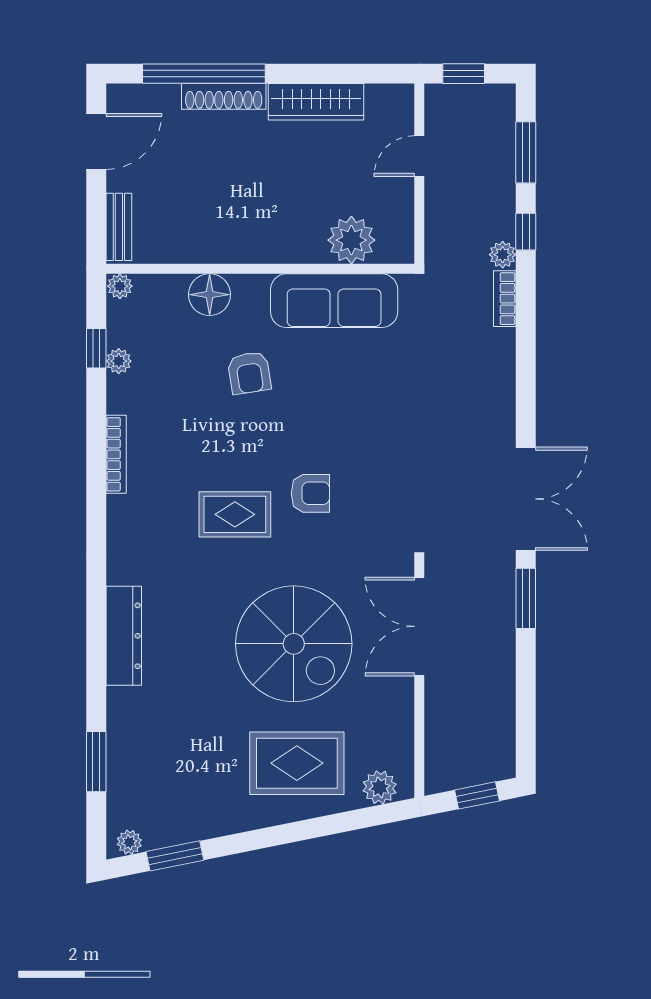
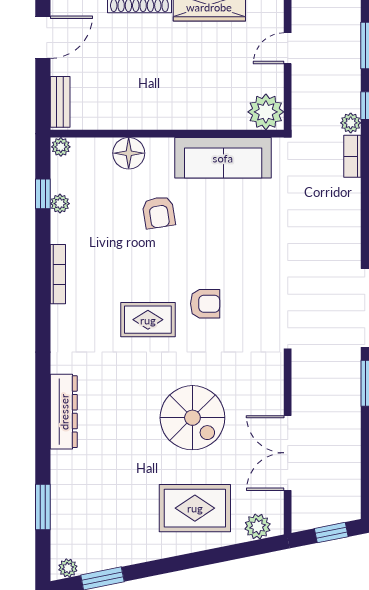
plant: (351, 240) -> (266, 112), moved
double door: (419, 626) -> (288, 453), moved
spiral stairs: (294, 644) -> (192, 418), width x0.73, depth x0.73

